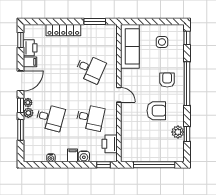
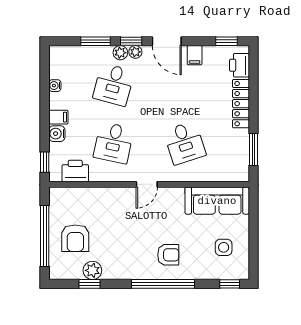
printer: (30, 48) -> (239, 65), moved, turned 90
desk: (90, 69) -> (185, 143), turned -42
armchair: (156, 111) -> (75, 238), moved

